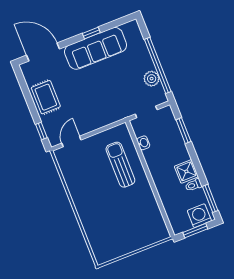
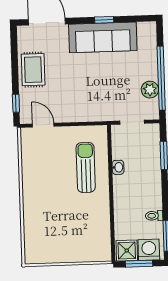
door: (71, 141) -> (43, 125), hinge flipped
washbasin: (143, 143) -> (118, 167), moved
shower: (186, 171) -> (127, 251), moved

